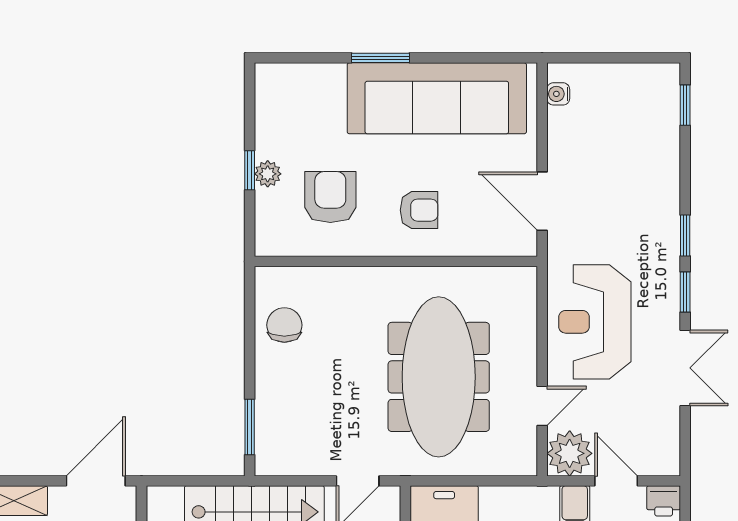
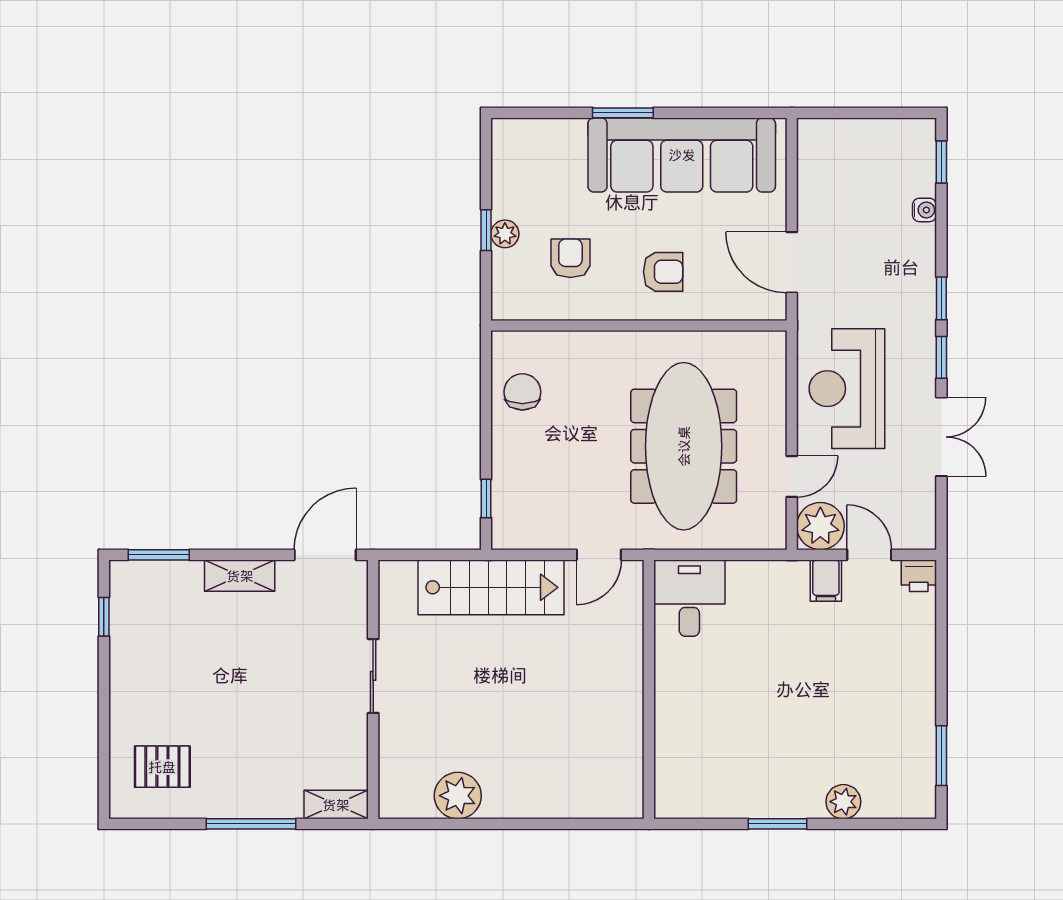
water cooler: (558, 94) -> (924, 210), moved, turned 180
armchair: (330, 197) -> (570, 258), width x0.72, depth x0.72
window: (250, 427) -> (486, 499), width x0.67

